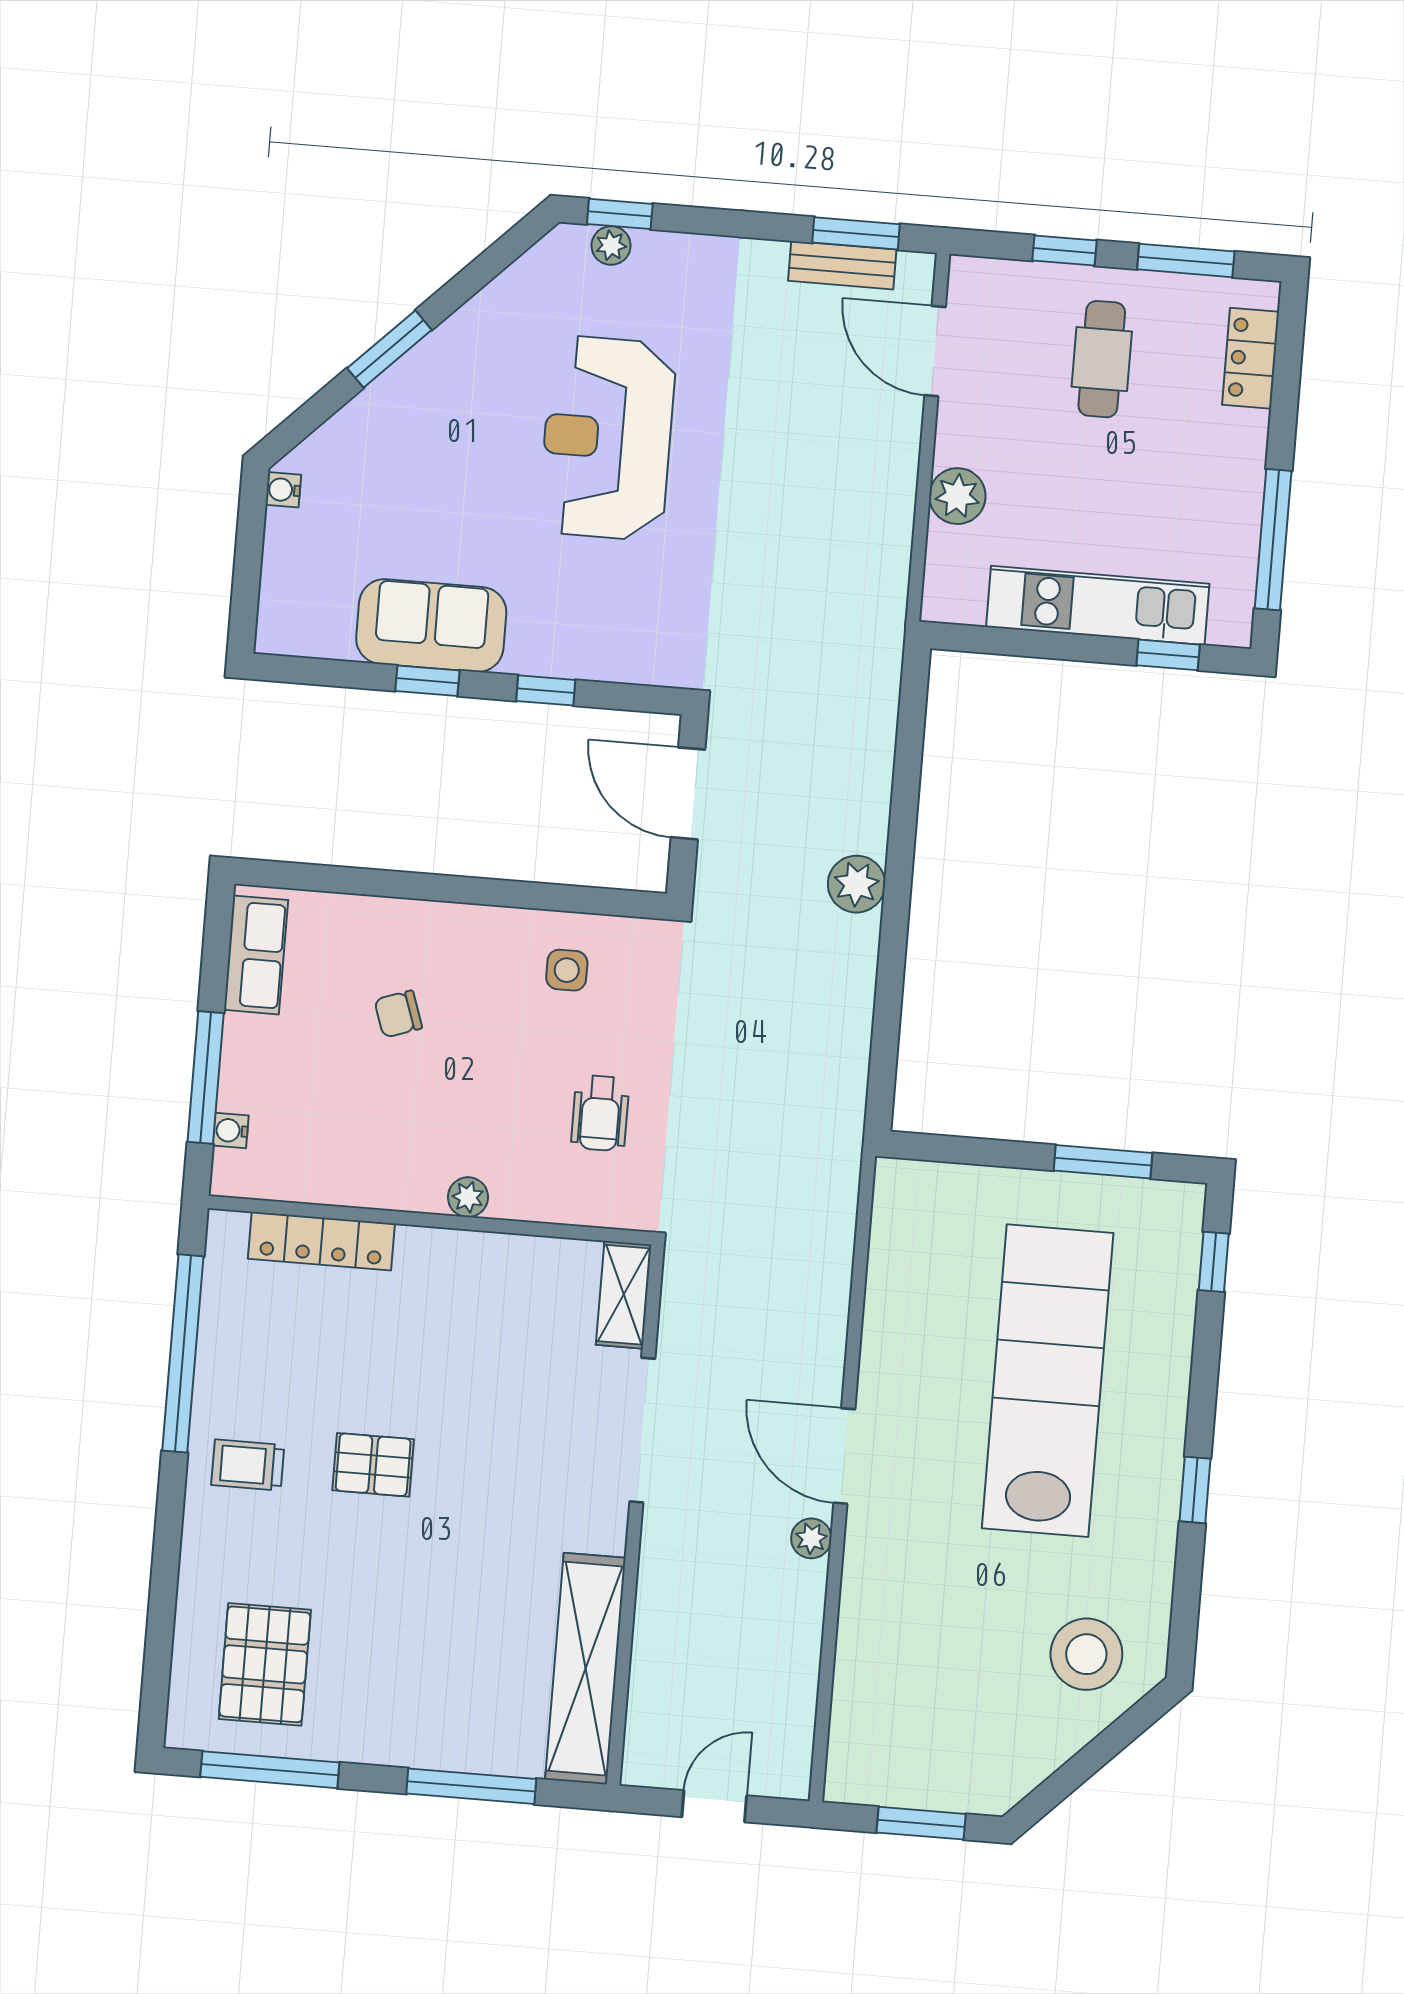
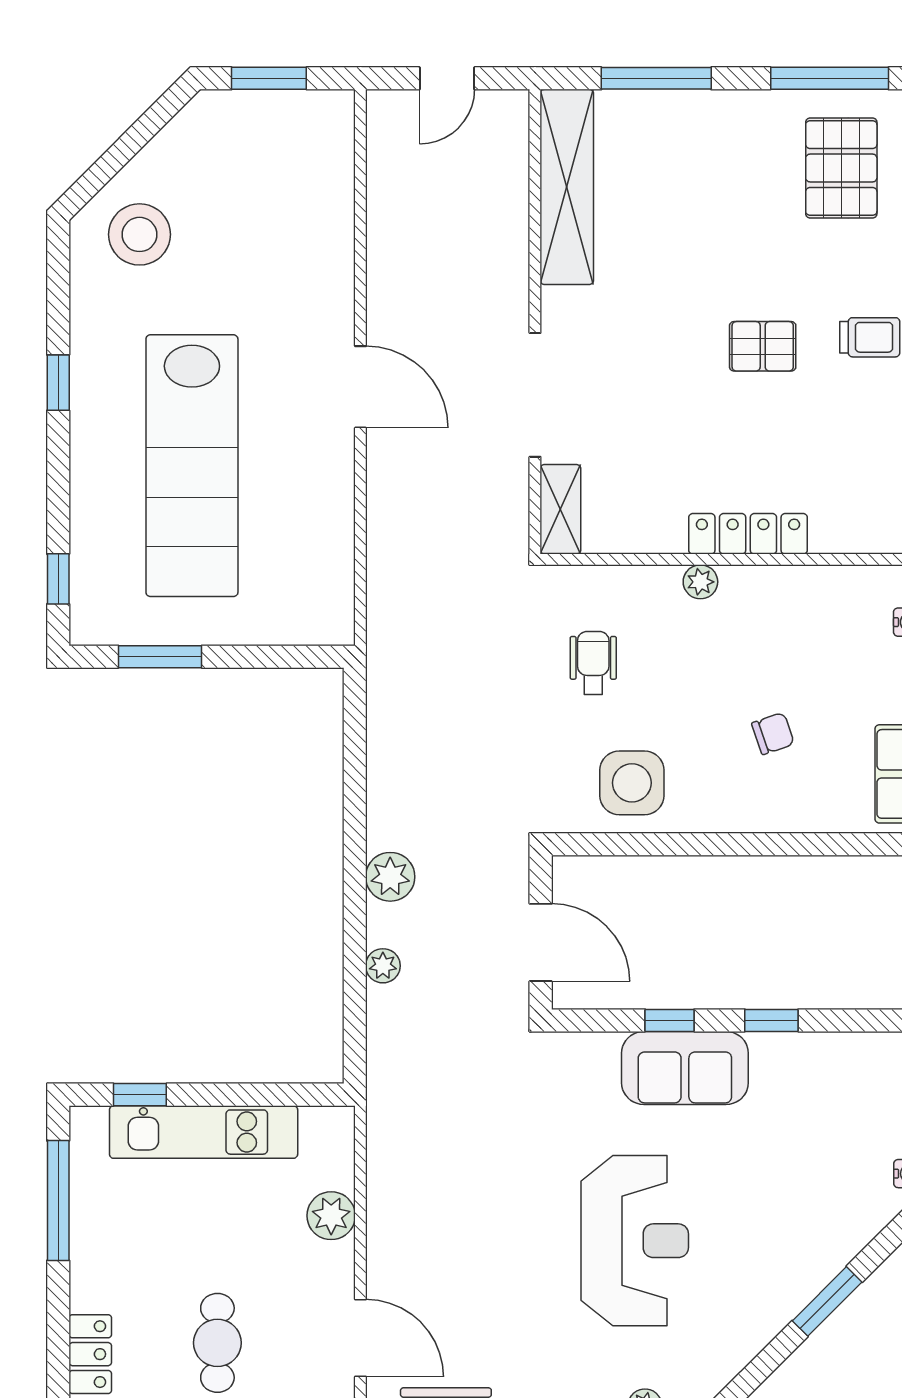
sofa: (431, 626) -> (685, 1068), moved
side table: (567, 970) -> (632, 783), width x1.87, depth x1.87
locker: (321, 1241) -> (748, 534), moved
plant: (811, 1538) -> (383, 966), moved

